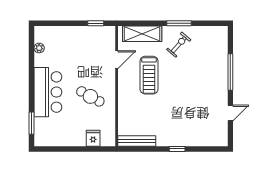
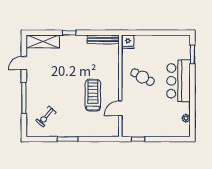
shelving: (142, 34) -> (43, 42), moved
exercise bike: (179, 45) -> (46, 117), moved
fridge: (93, 138) -> (128, 42), moved

